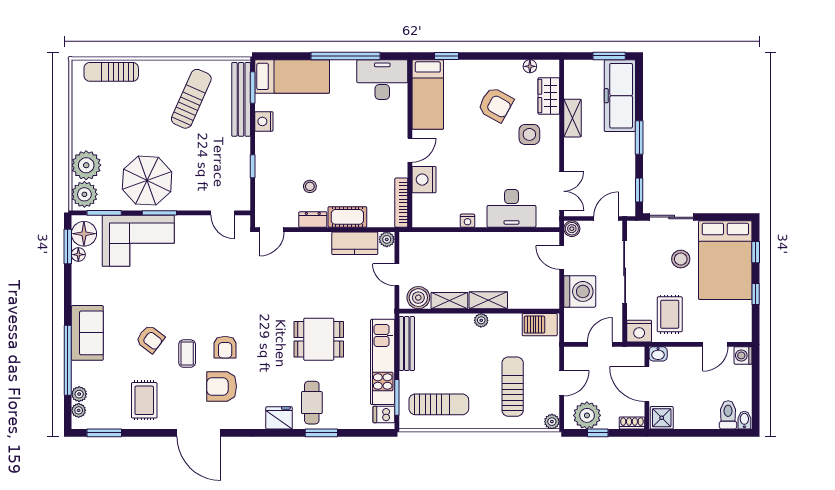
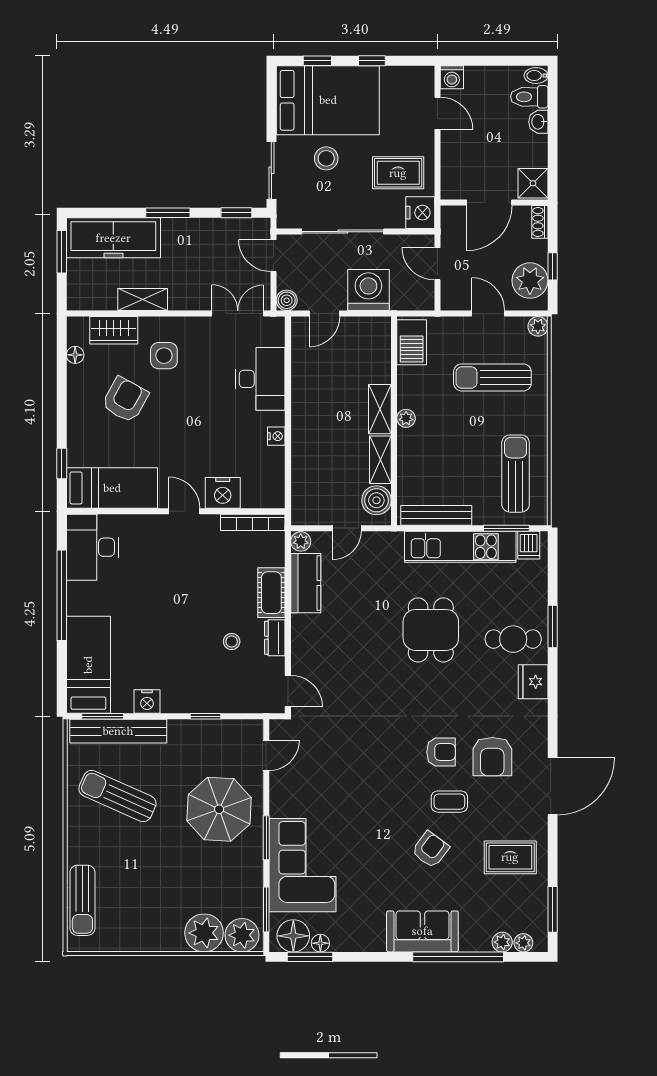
parasol: (147, 181) -> (219, 809), moved
washbasin: (658, 354) -> (538, 122), moved, turned 180

